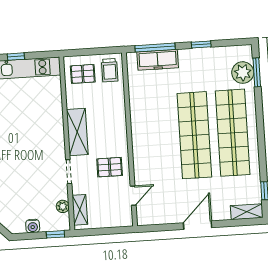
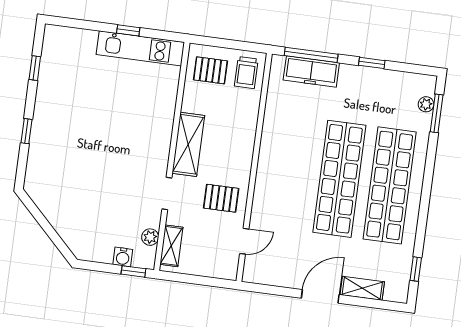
plant: (243, 73) -> (426, 104), width x0.53, depth x0.53
shelving: (247, 212) -> (362, 288), moved
water cooler: (33, 226) -> (123, 257), moved

